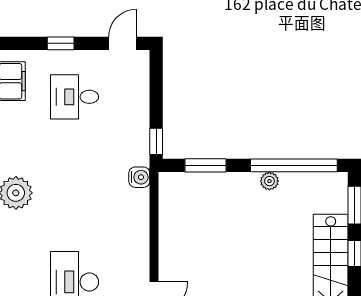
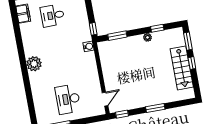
window: (294, 165) -> (157, 28), width x0.32

